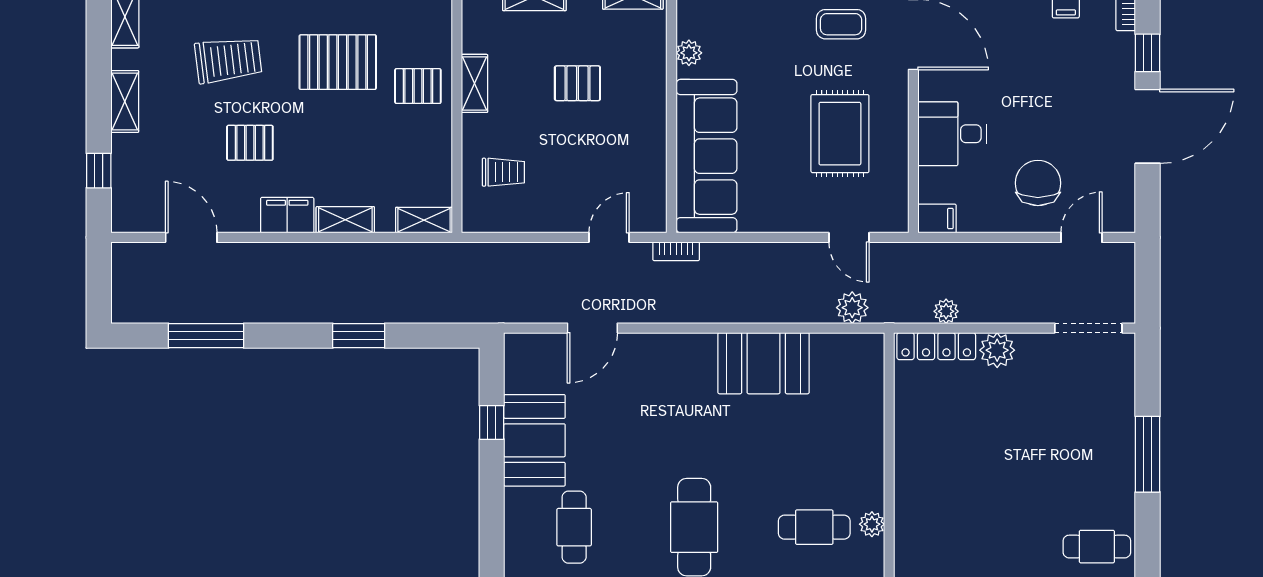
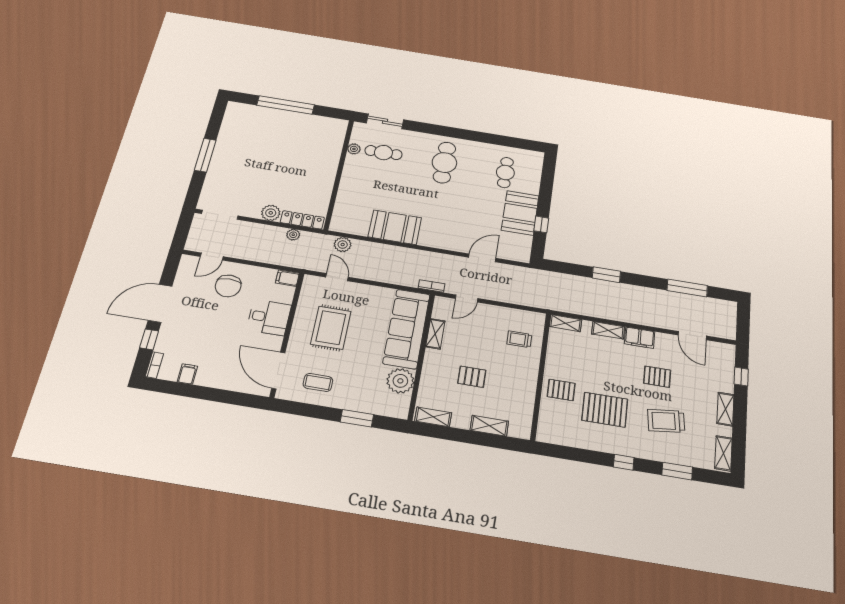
plant: (689, 53) -> (400, 381), width x1.88, depth x1.88
shelving: (474, 83) -> (435, 334), moved
cafe table: (1097, 547) -> (242, 121), removed

